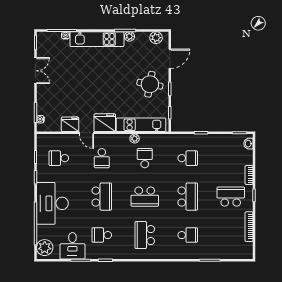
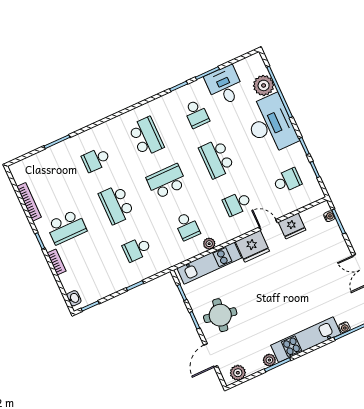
school desk: (102, 158) -> (237, 203), turned -90
school desk: (102, 235) -> (196, 114), turned 90
plant: (45, 248) -> (264, 85), moved

